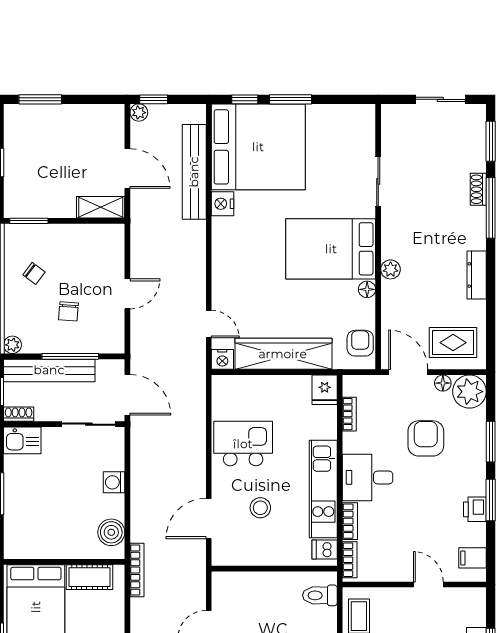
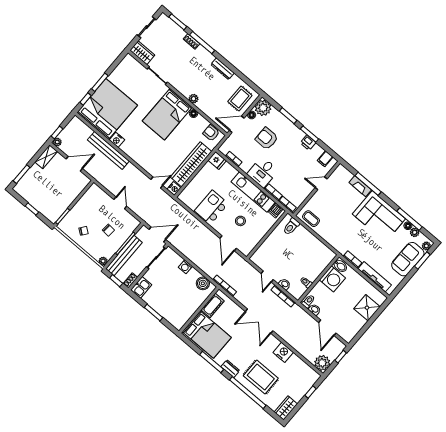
wardrobe: (394, 127) -> (142, 53), added
bench: (194, 172) -> (108, 150), moved
shelving: (101, 207) -> (46, 157), moved

